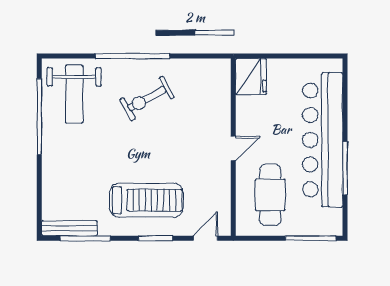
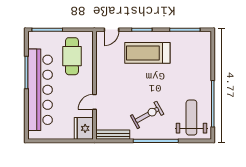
door: (233, 148) -> (94, 102), moved
bench: (69, 228) -> (113, 135), moved

